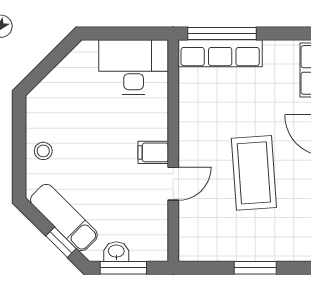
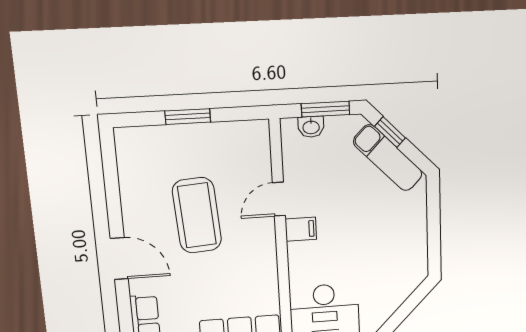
stool: (43, 151) -> (410, 223), removed
washbasin: (116, 252) -> (311, 127), moved

